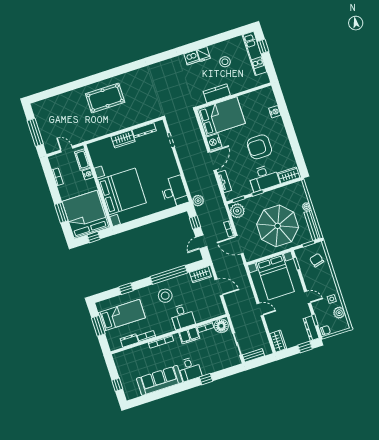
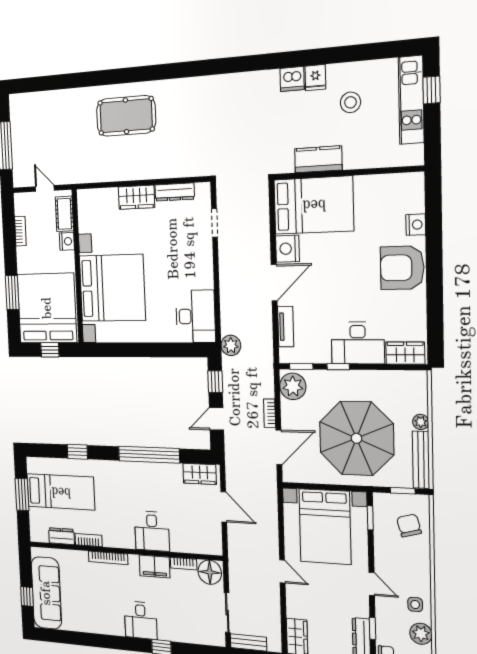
armchair: (259, 147) -> (402, 268), moved
door: (239, 245) -> (279, 447), swing flipped
stool: (165, 296) -> (134, 487), removed
sofa: (160, 380) -> (46, 593), moved, turned 90

